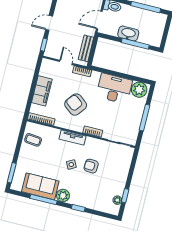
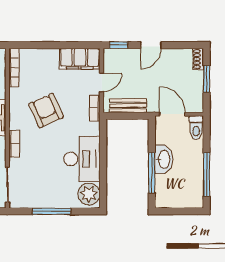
door: (49, 23) -> (151, 45), swing flipped
filing cabinet: (42, 91) -> (80, 59), moved
armchair: (76, 105) -> (46, 111), turned -62

